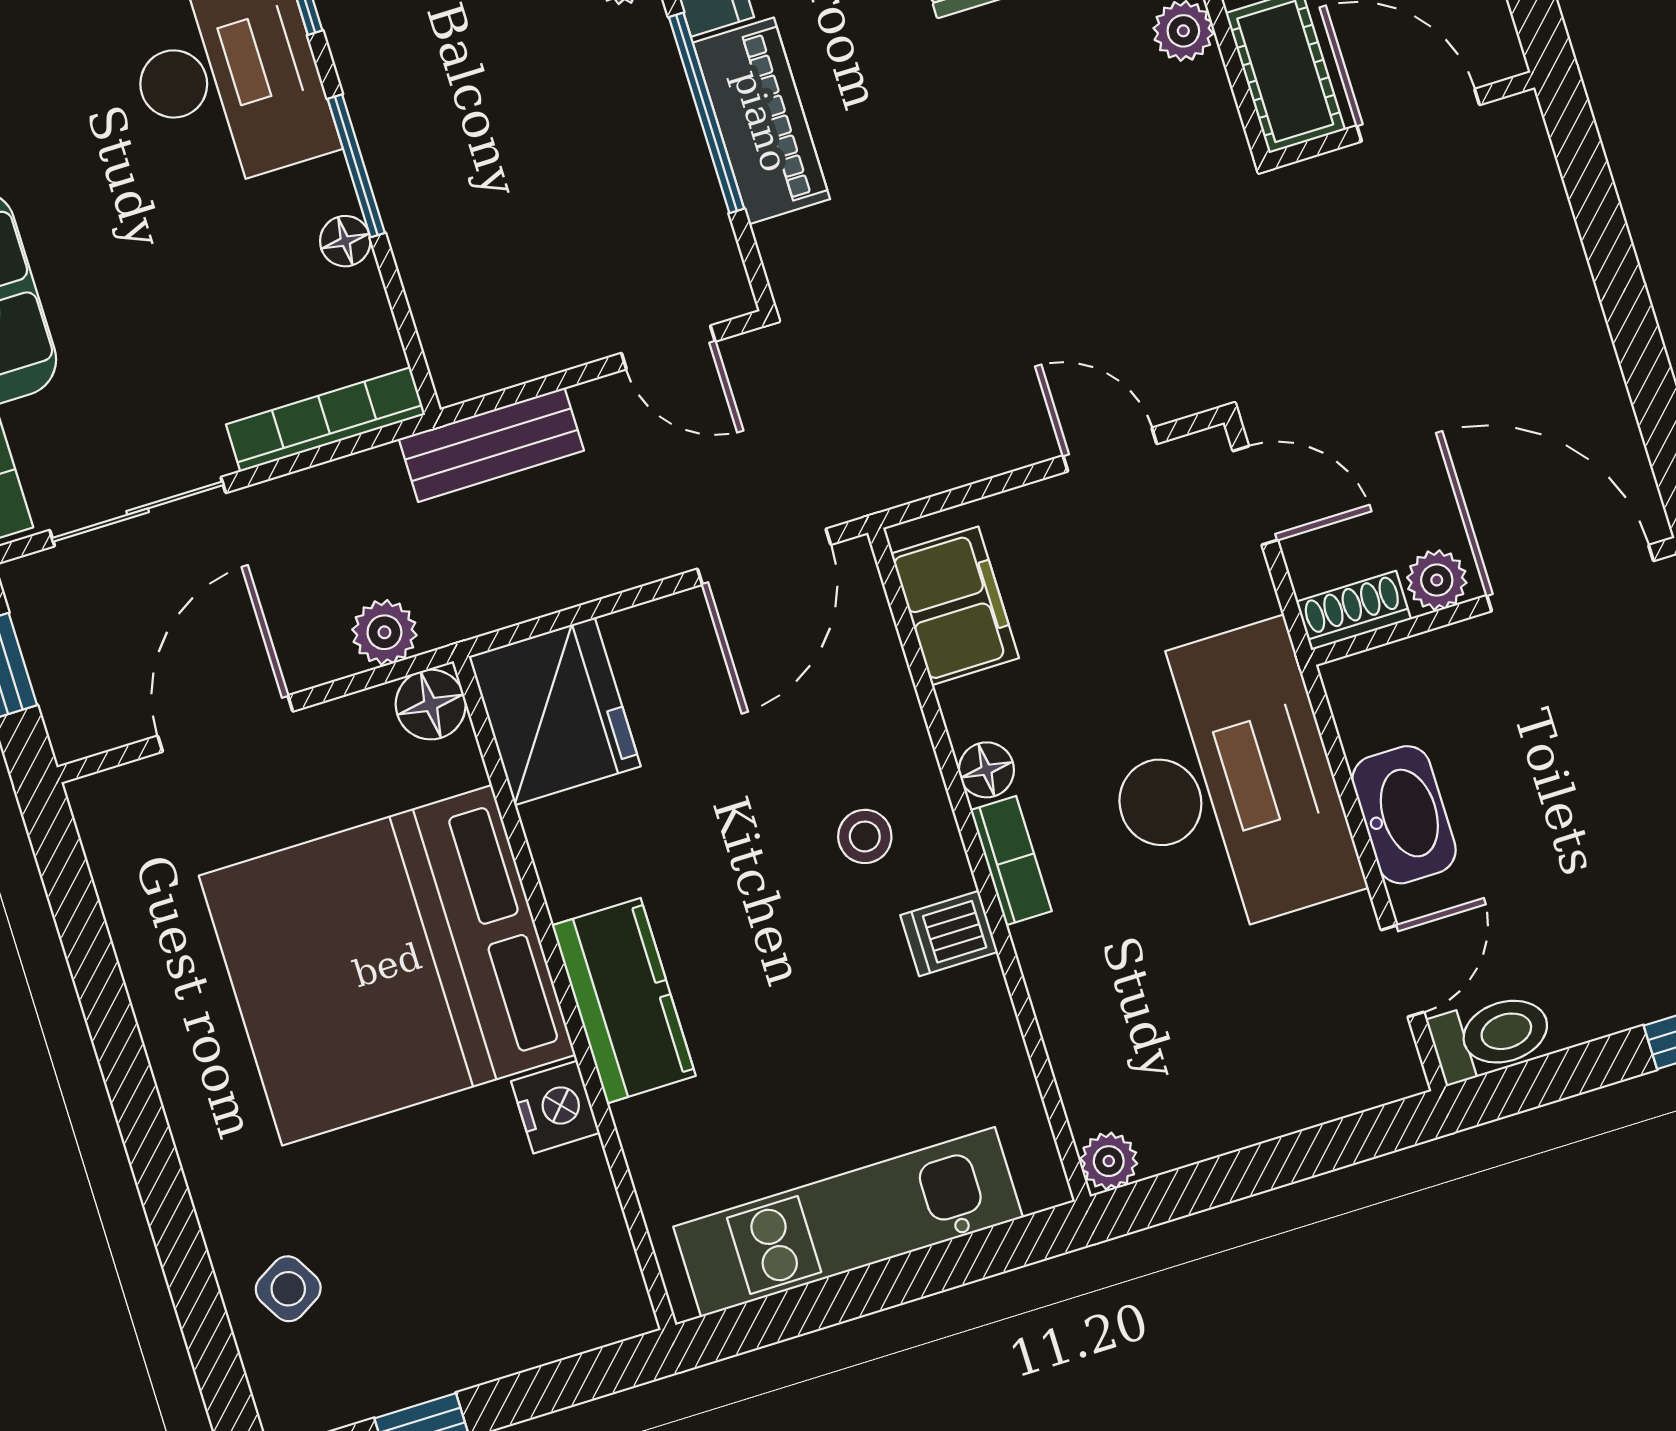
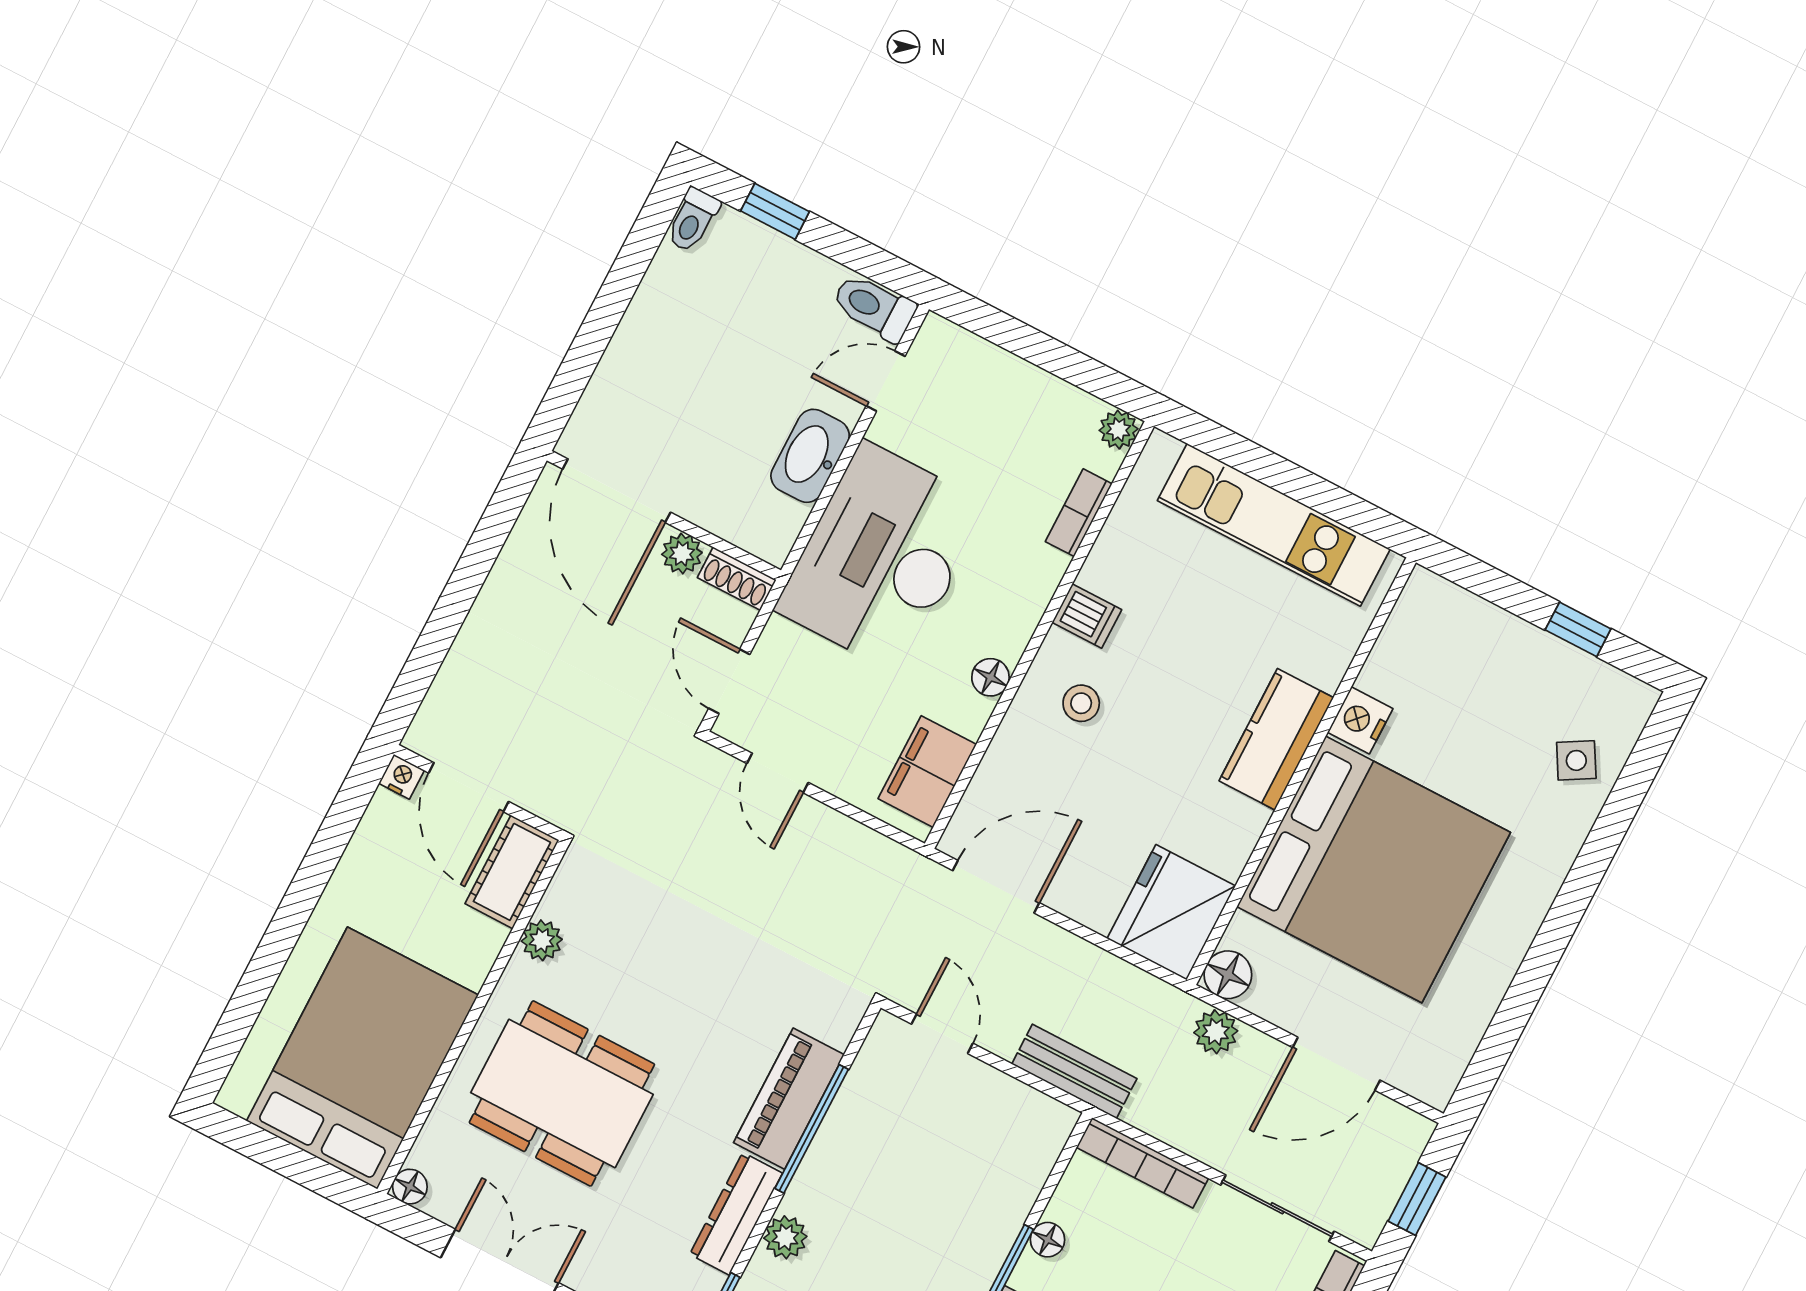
nightstand: (1499, 57) -> (402, 777), added
bookcase: (1011, 861) -> (1079, 513), moved

